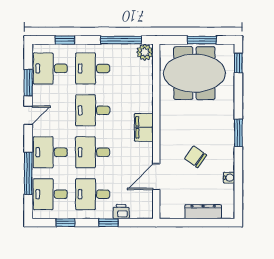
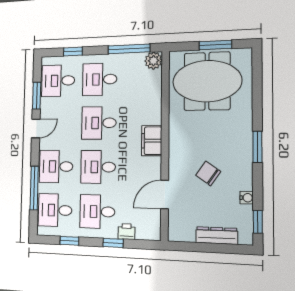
window: (238, 63) -> (258, 222), moved

